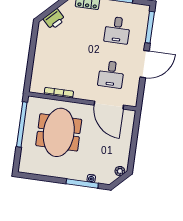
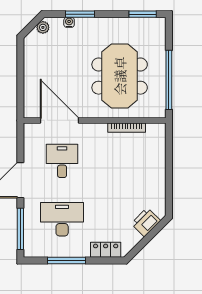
desk: (117, 30) -> (62, 219), width x1.37
plant: (120, 171) -> (43, 27), moved
window: (35, 177) -> (143, 14), added
window: (82, 183) -> (80, 14), width x0.69

